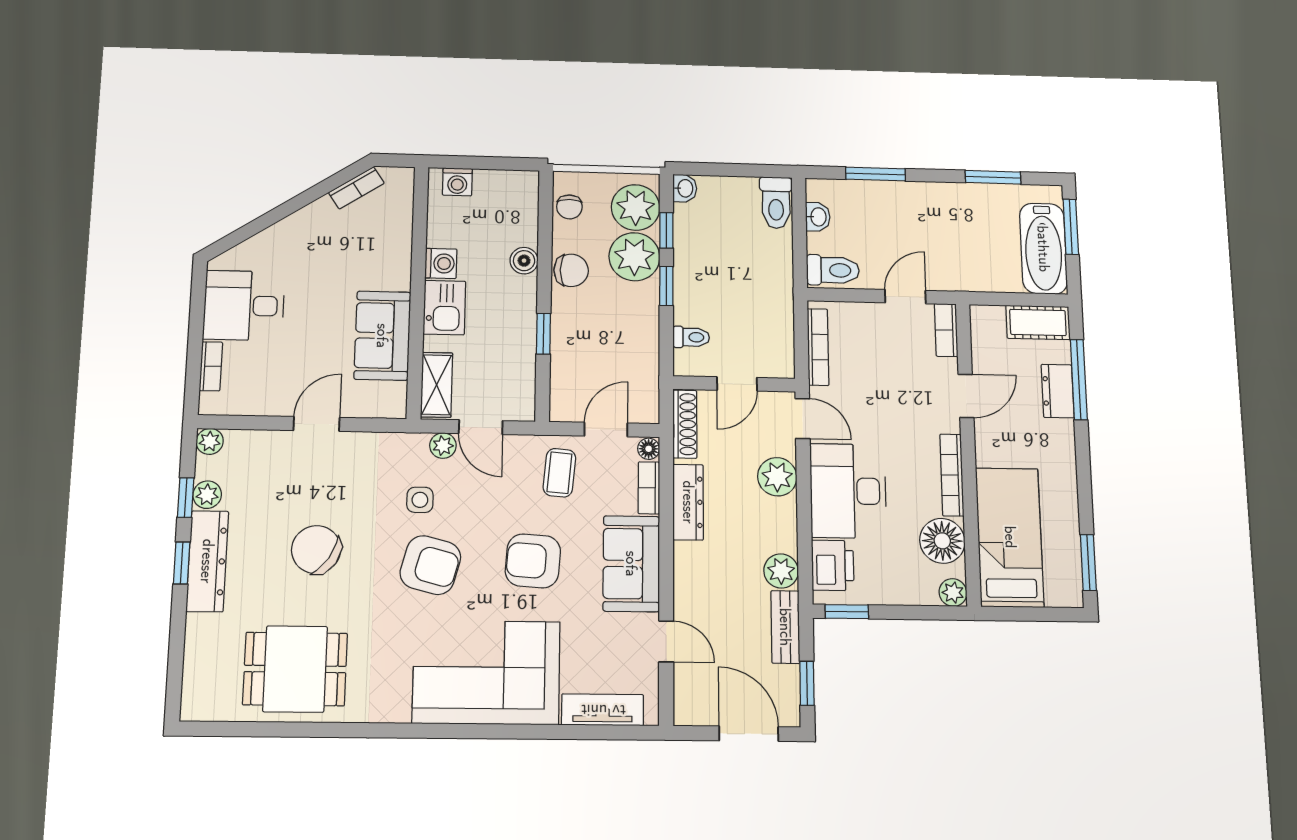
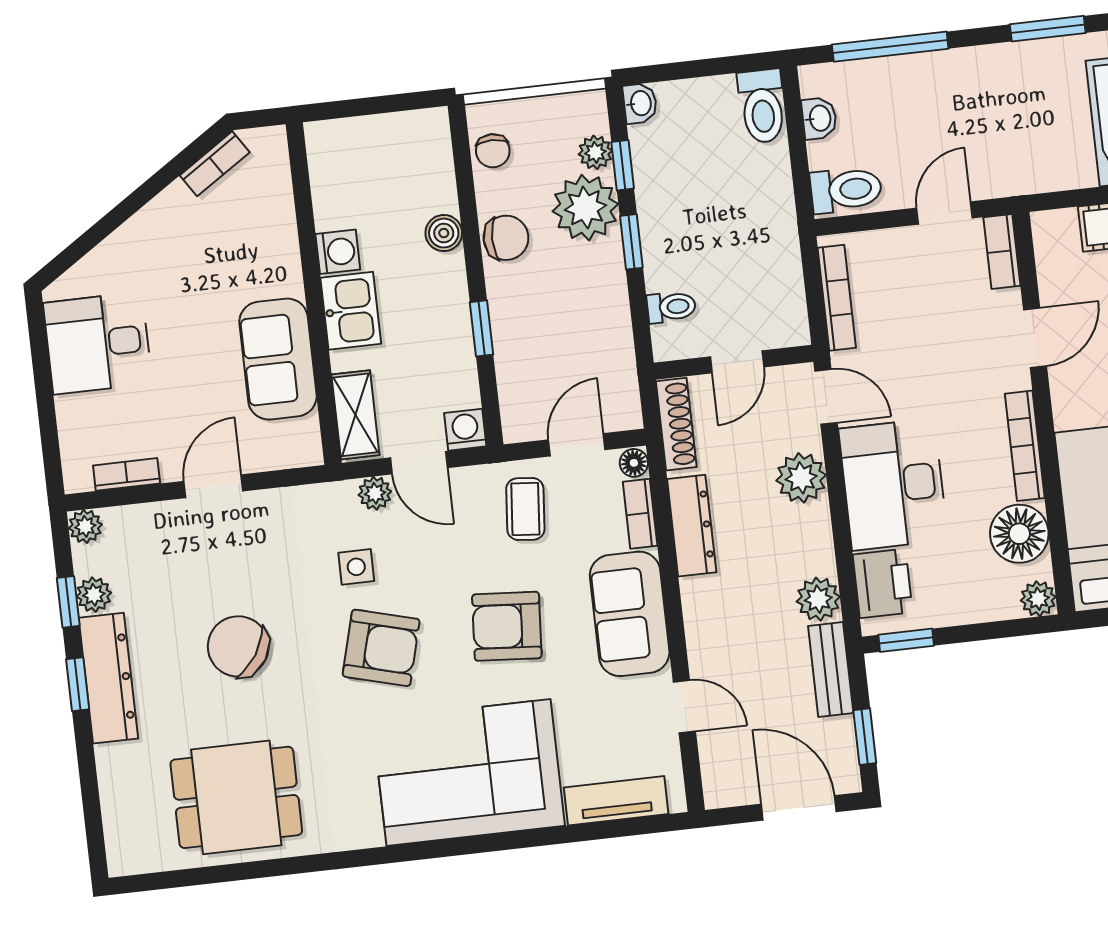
window: (876, 174) -> (890, 47), width x1.44
washing machine: (457, 182) -> (465, 430), moved, turned 180
plant: (636, 207) -> (595, 152), width x0.53, depth x0.53
bookcase: (211, 366) -> (127, 474), moved, turned -90

